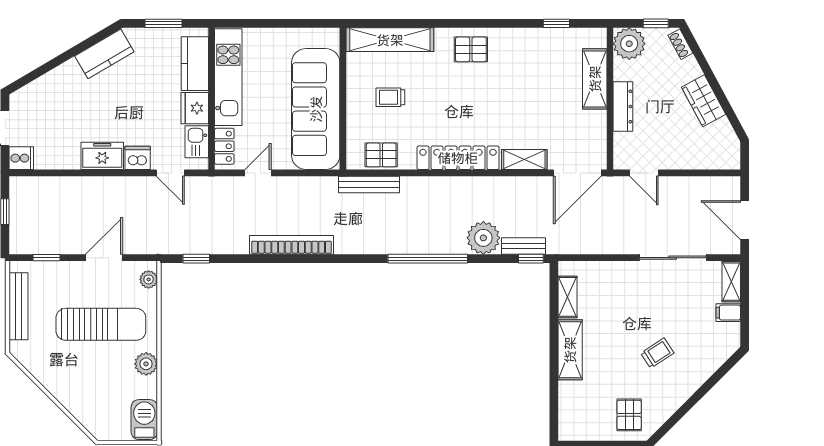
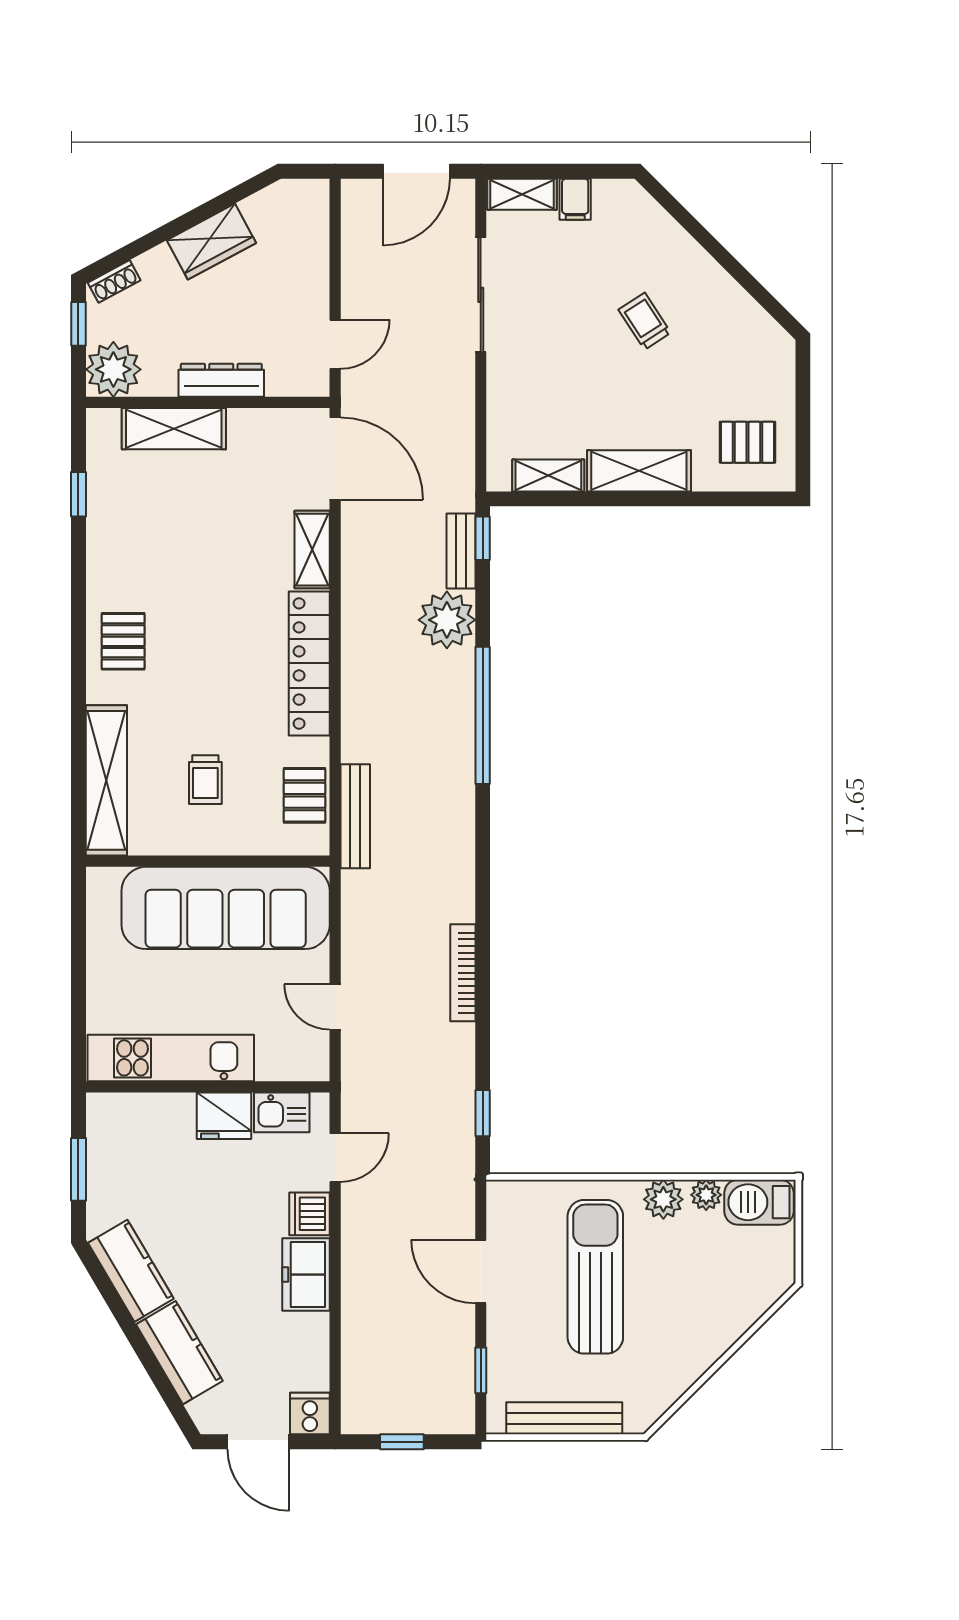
kitchen counter: (195, 64) -> (179, 1353), moved, turned -120
locker: (224, 146) -> (289, 1065), removed
bookcase: (291, 245) -> (463, 973), width x0.68, depth x0.76
plant: (149, 279) -> (706, 1195), moved
pallet: (629, 415) -> (748, 442), moved

